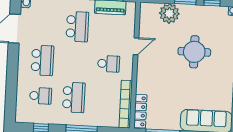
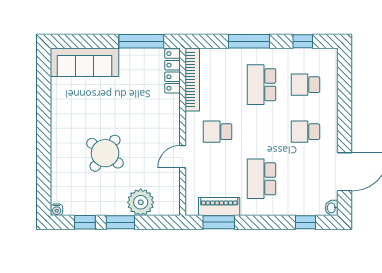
round table: (194, 52) -> (105, 153), turned 37
school desk: (42, 60) -> (305, 132), width x0.54

